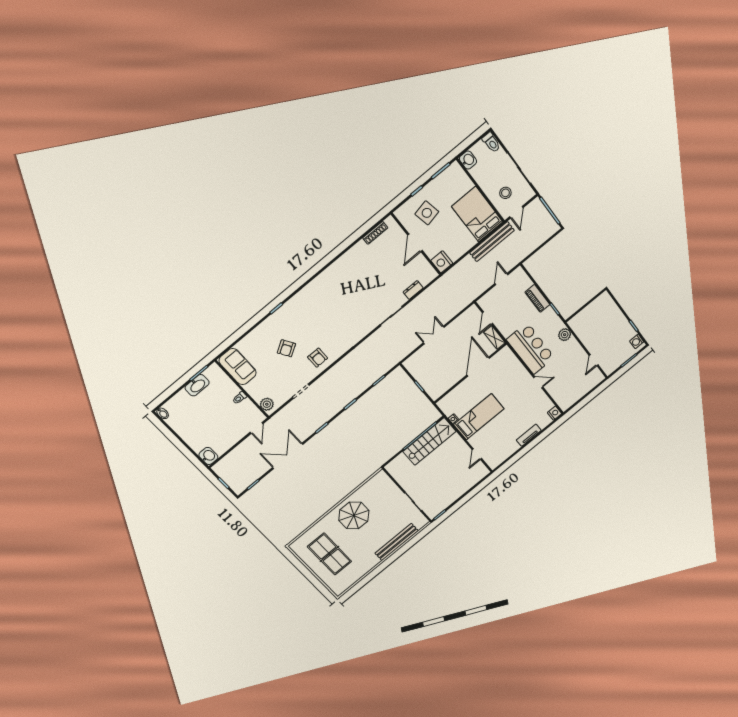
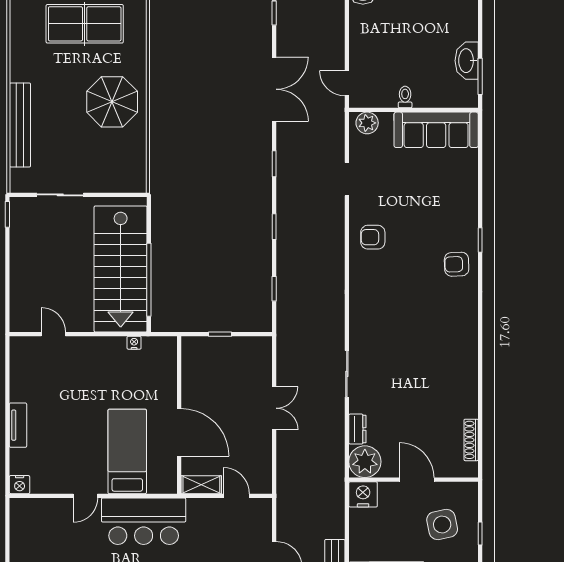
plant: (426, 274) -> (365, 462), added
armchair: (286, 348) -> (457, 264), moved, turned -60
sofa: (238, 367) -> (436, 130), width x1.36
bed: (479, 417) -> (127, 451), moved, turned 180
stairs: (429, 441) -> (121, 269), width x1.36, depth x1.51

